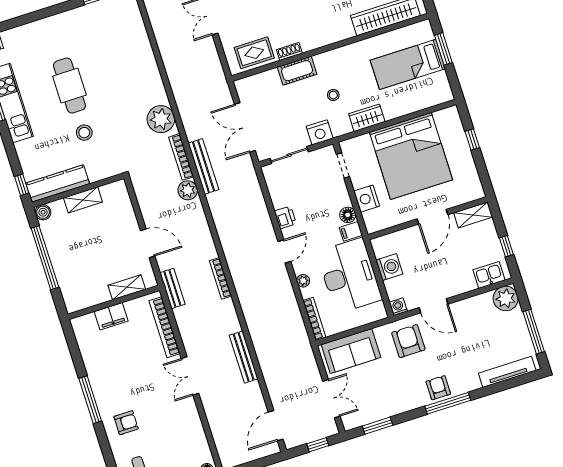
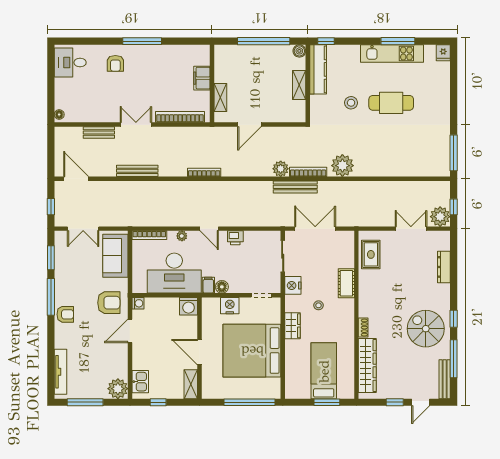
shoe rack: (289, 52) -> (363, 328), moved
window: (472, 139) -> (250, 402), width x3.17
washing machine: (389, 267) -> (189, 306), moved
bench: (172, 288) -> (99, 133), moved
window: (448, 403) -> (51, 297), moved

